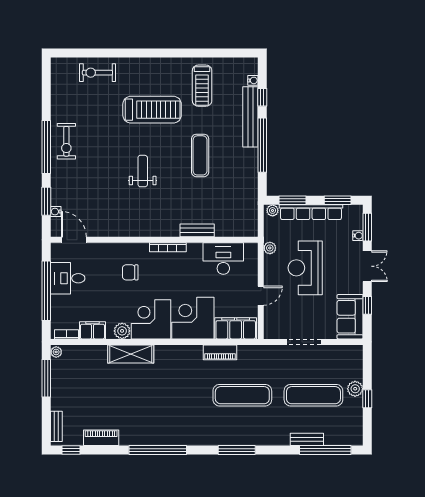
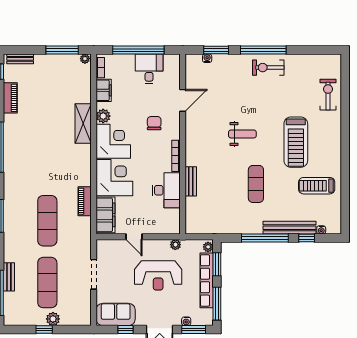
exercise mat: (200, 155) -> (256, 184), turned 90
window: (338, 200) -> (217, 304), width x1.44
door: (74, 240) -> (183, 100), moved
desk: (223, 259) -> (166, 190), moved
reception desk: (305, 268) -> (158, 275), turned 180

